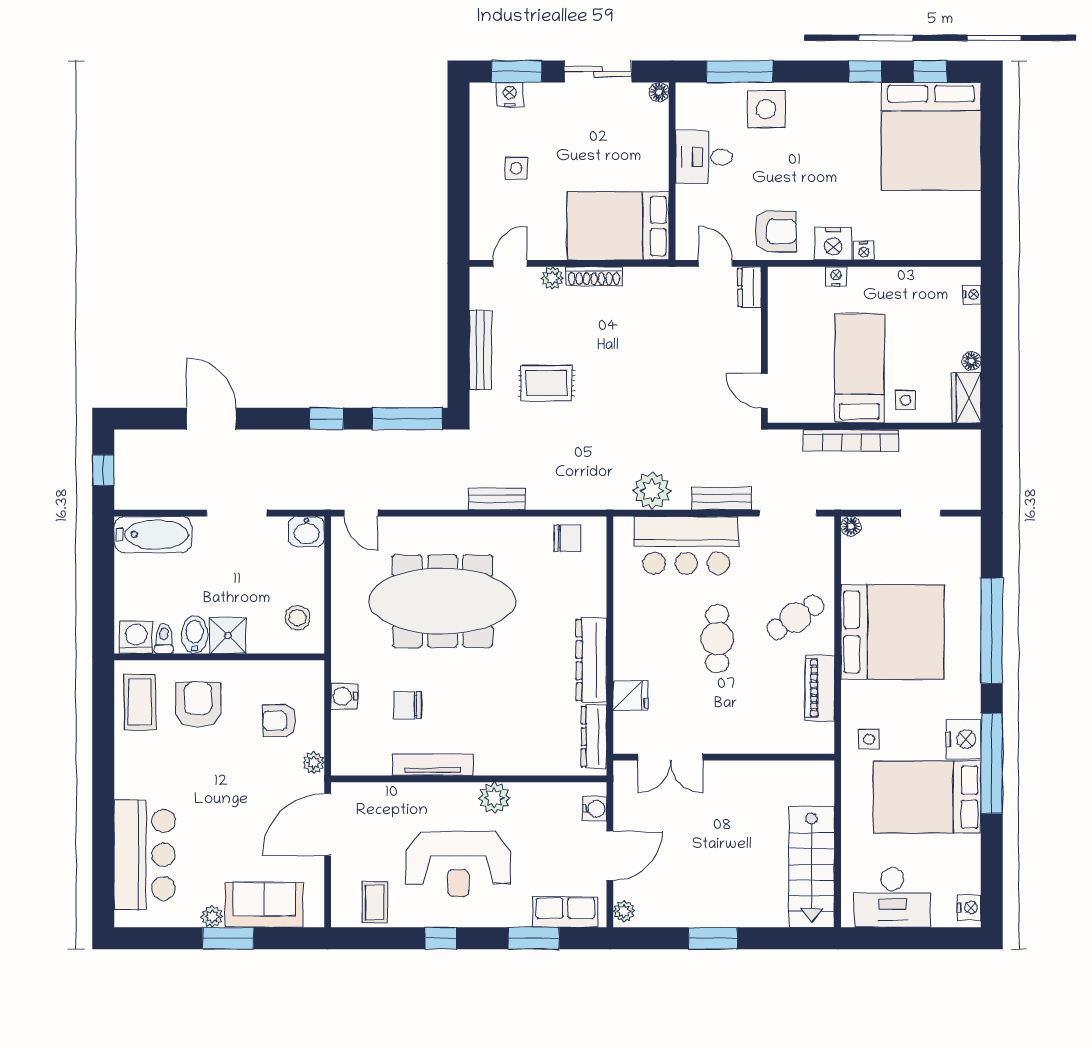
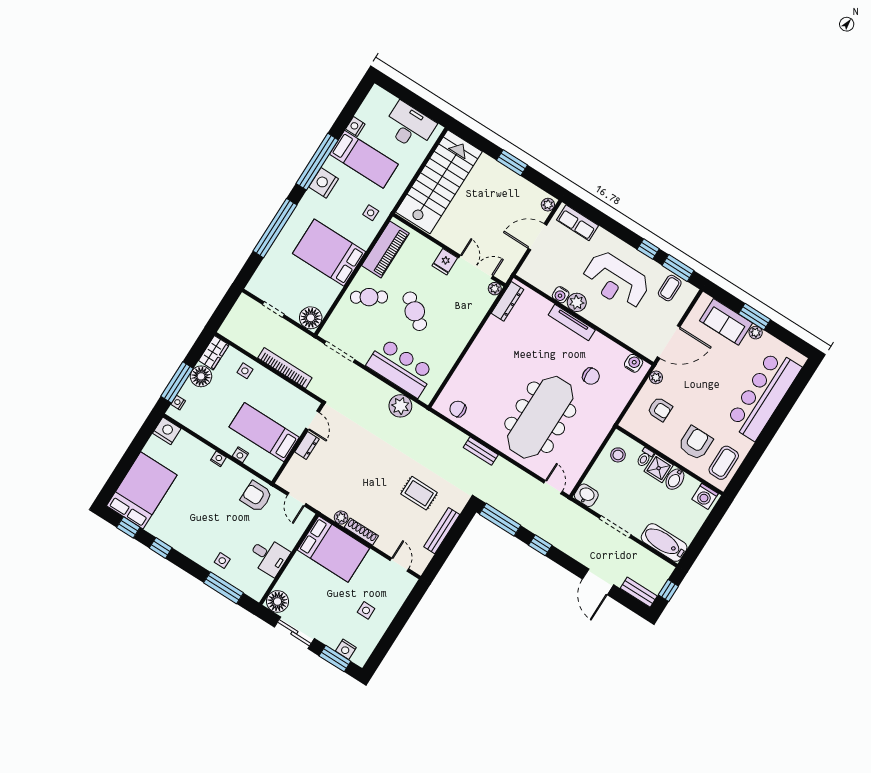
floor lamp: (659, 92) -> (277, 601), width x1.89, depth x1.89
side table: (766, 109) -> (222, 561), width x0.54, depth x0.54
bed: (931, 136) -> (142, 490), width x0.73
nightstand: (833, 244) -> (167, 431), moved
door: (510, 263) -> (399, 565), swing flipped
plant: (552, 278) -> (341, 517), moved
dresser: (749, 288) -> (307, 446), moved
window: (992, 322) -> (177, 382), added
floor lamp: (971, 361) -> (201, 376), width x1.89, depth x1.89
bed: (859, 368) -> (264, 432), moved, turned 90
bench: (722, 498) -> (639, 592), moved
floor lamp: (851, 526) -> (311, 318), width x1.89, depth x1.89
meeting table: (443, 601) -> (540, 417), turned 90
bed: (892, 632) -> (329, 253), width x0.73
toilet: (164, 638) -> (645, 457), moved
cafe table: (717, 639) -> (415, 311), turned -53
dresser: (591, 660) -> (484, 340), removed
piano: (820, 688) -> (385, 249), width x1.37, depth x1.33
water cooler: (344, 696) -> (634, 363), moved, turned -90
fridge: (631, 696) -> (445, 262), moved, turned -90
armchair: (198, 705) -> (695, 443), turned 180
plant: (624, 743) -> (495, 289), added
tv unit: (433, 765) -> (572, 322), moved
bed: (927, 797) -> (364, 159), width x0.67
water cooler: (595, 809) -> (561, 295), moved, turned -90
bar counter: (145, 855) -> (763, 395), width x1.36
reception desk: (458, 864) -> (616, 281), turned 180
stairs: (812, 867) -> (439, 182), width x1.36, depth x1.51
nightstand: (969, 908) -> (355, 126), moved
window: (534, 938) -> (678, 268), moved

